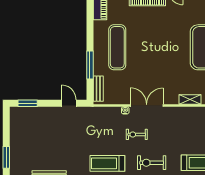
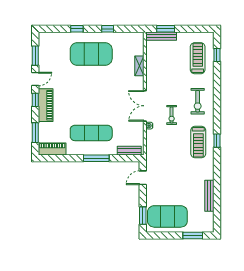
window: (90, 65) -> (96, 158), moved
exercise mat: (27, 130) -> (167, 216), added

